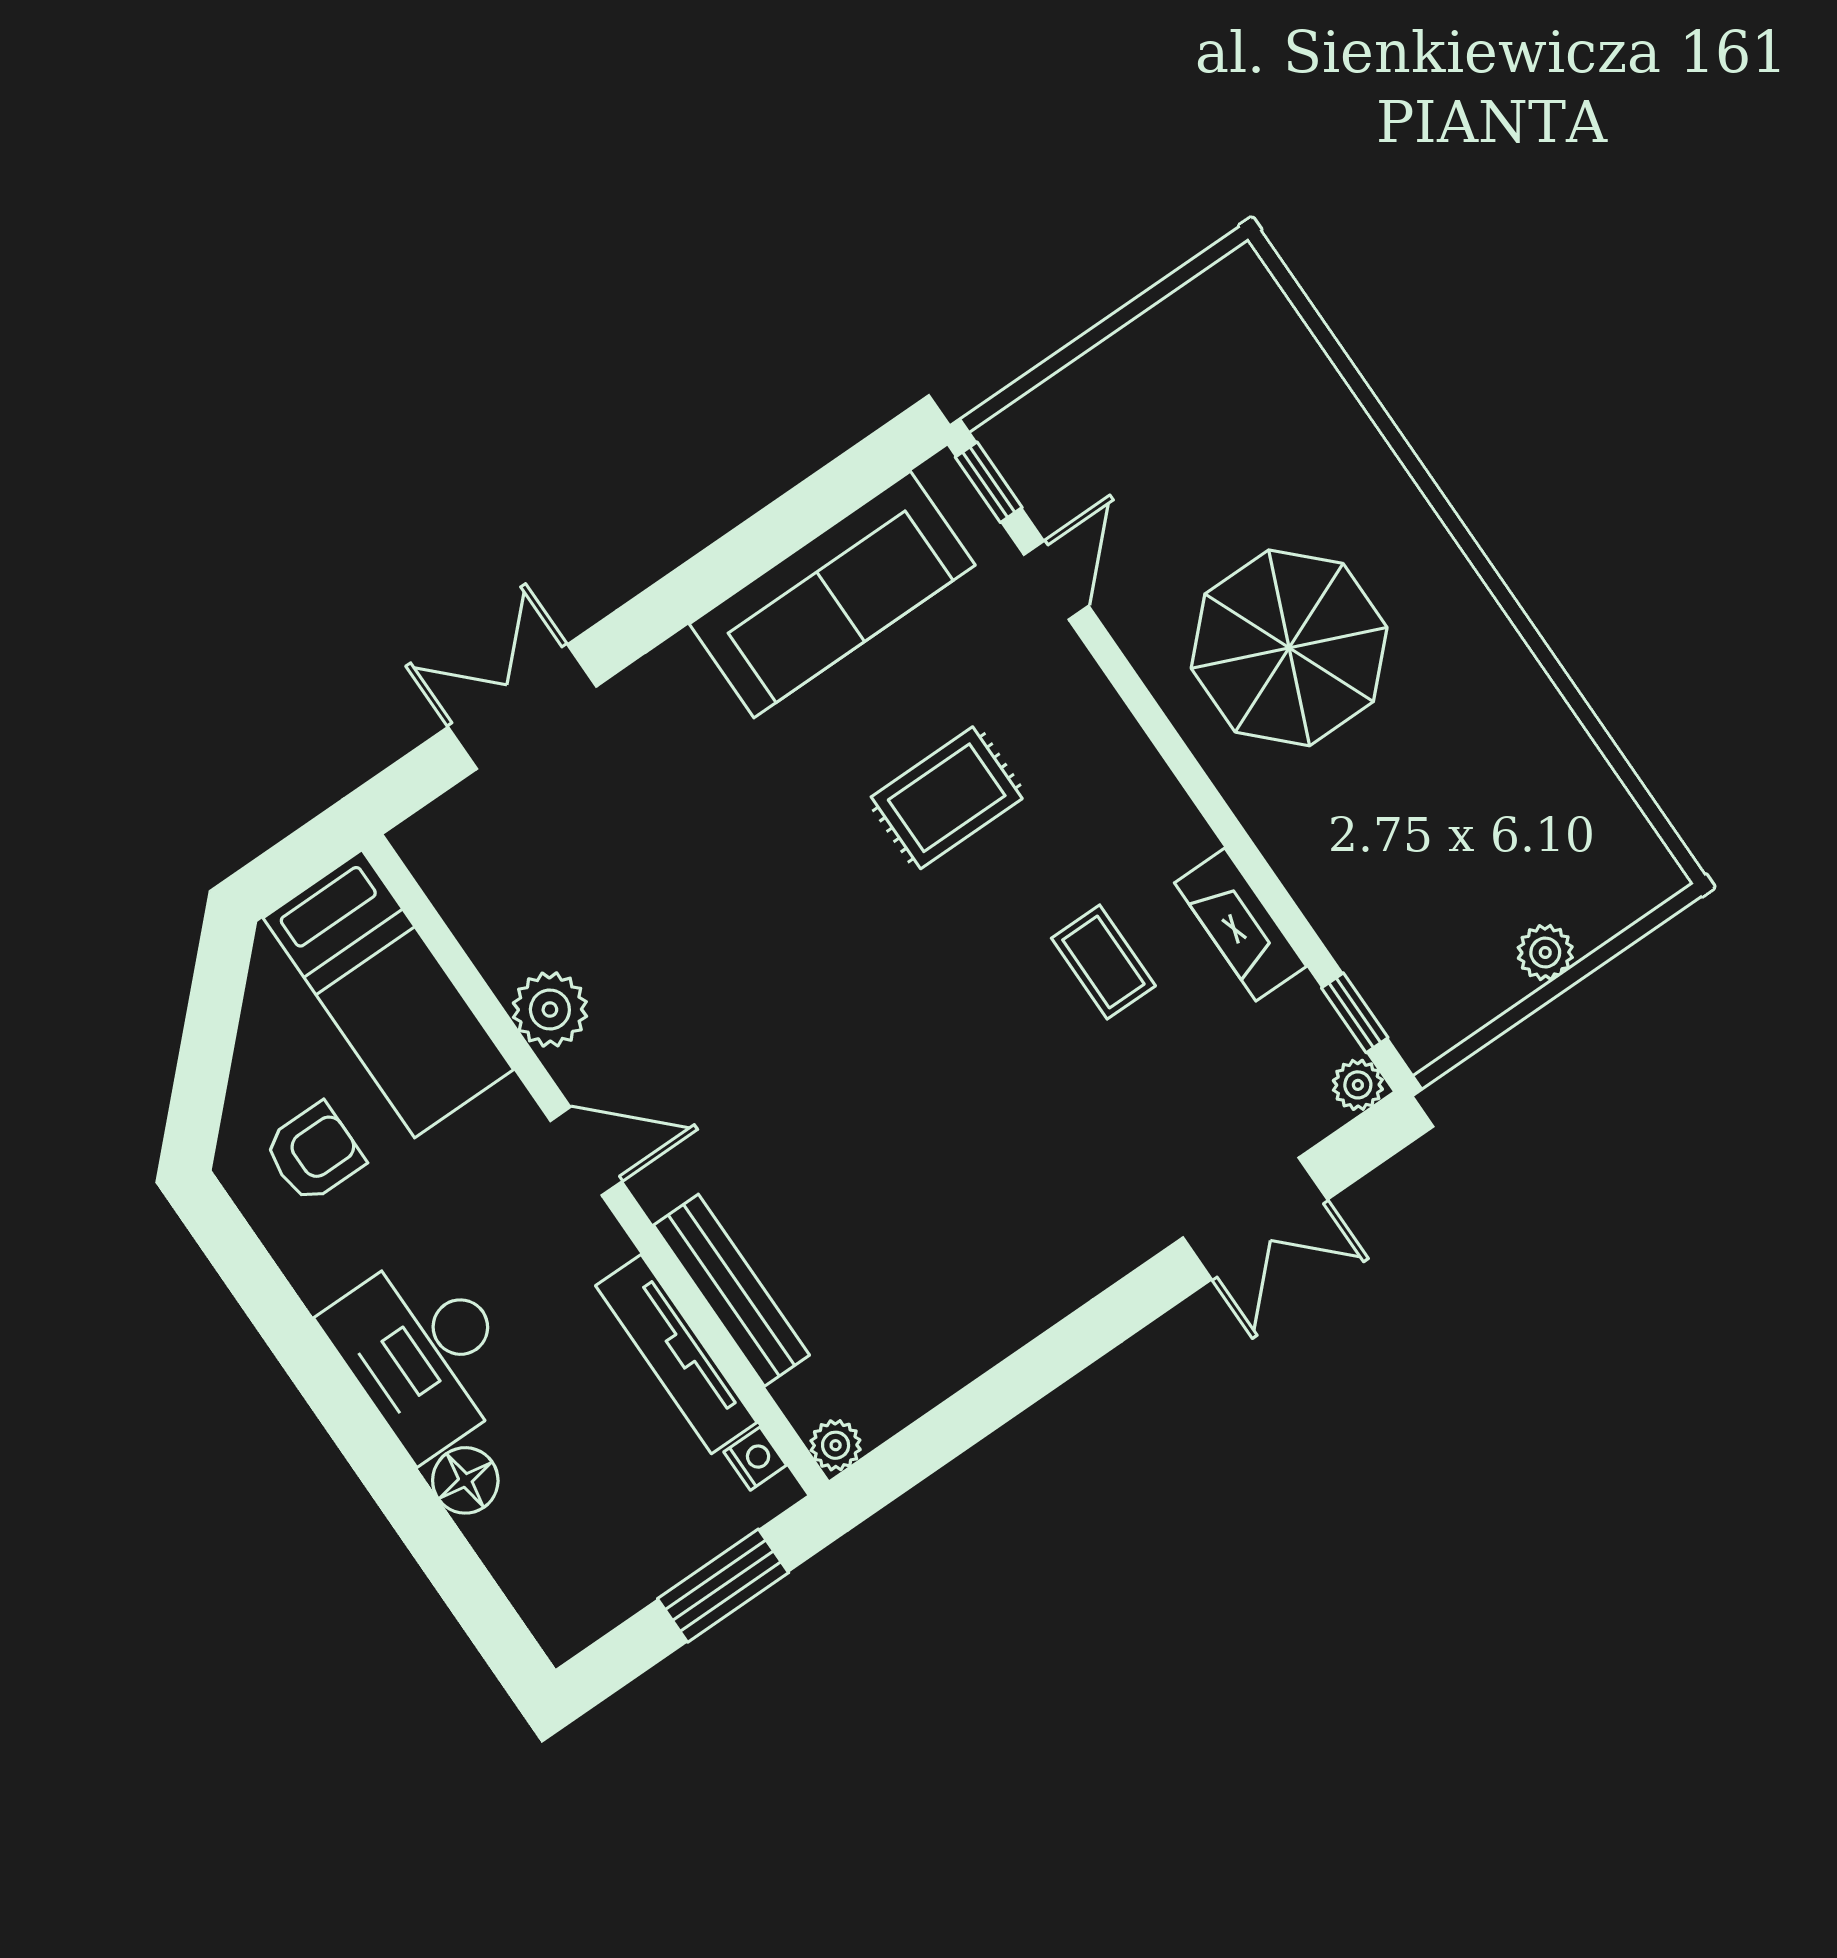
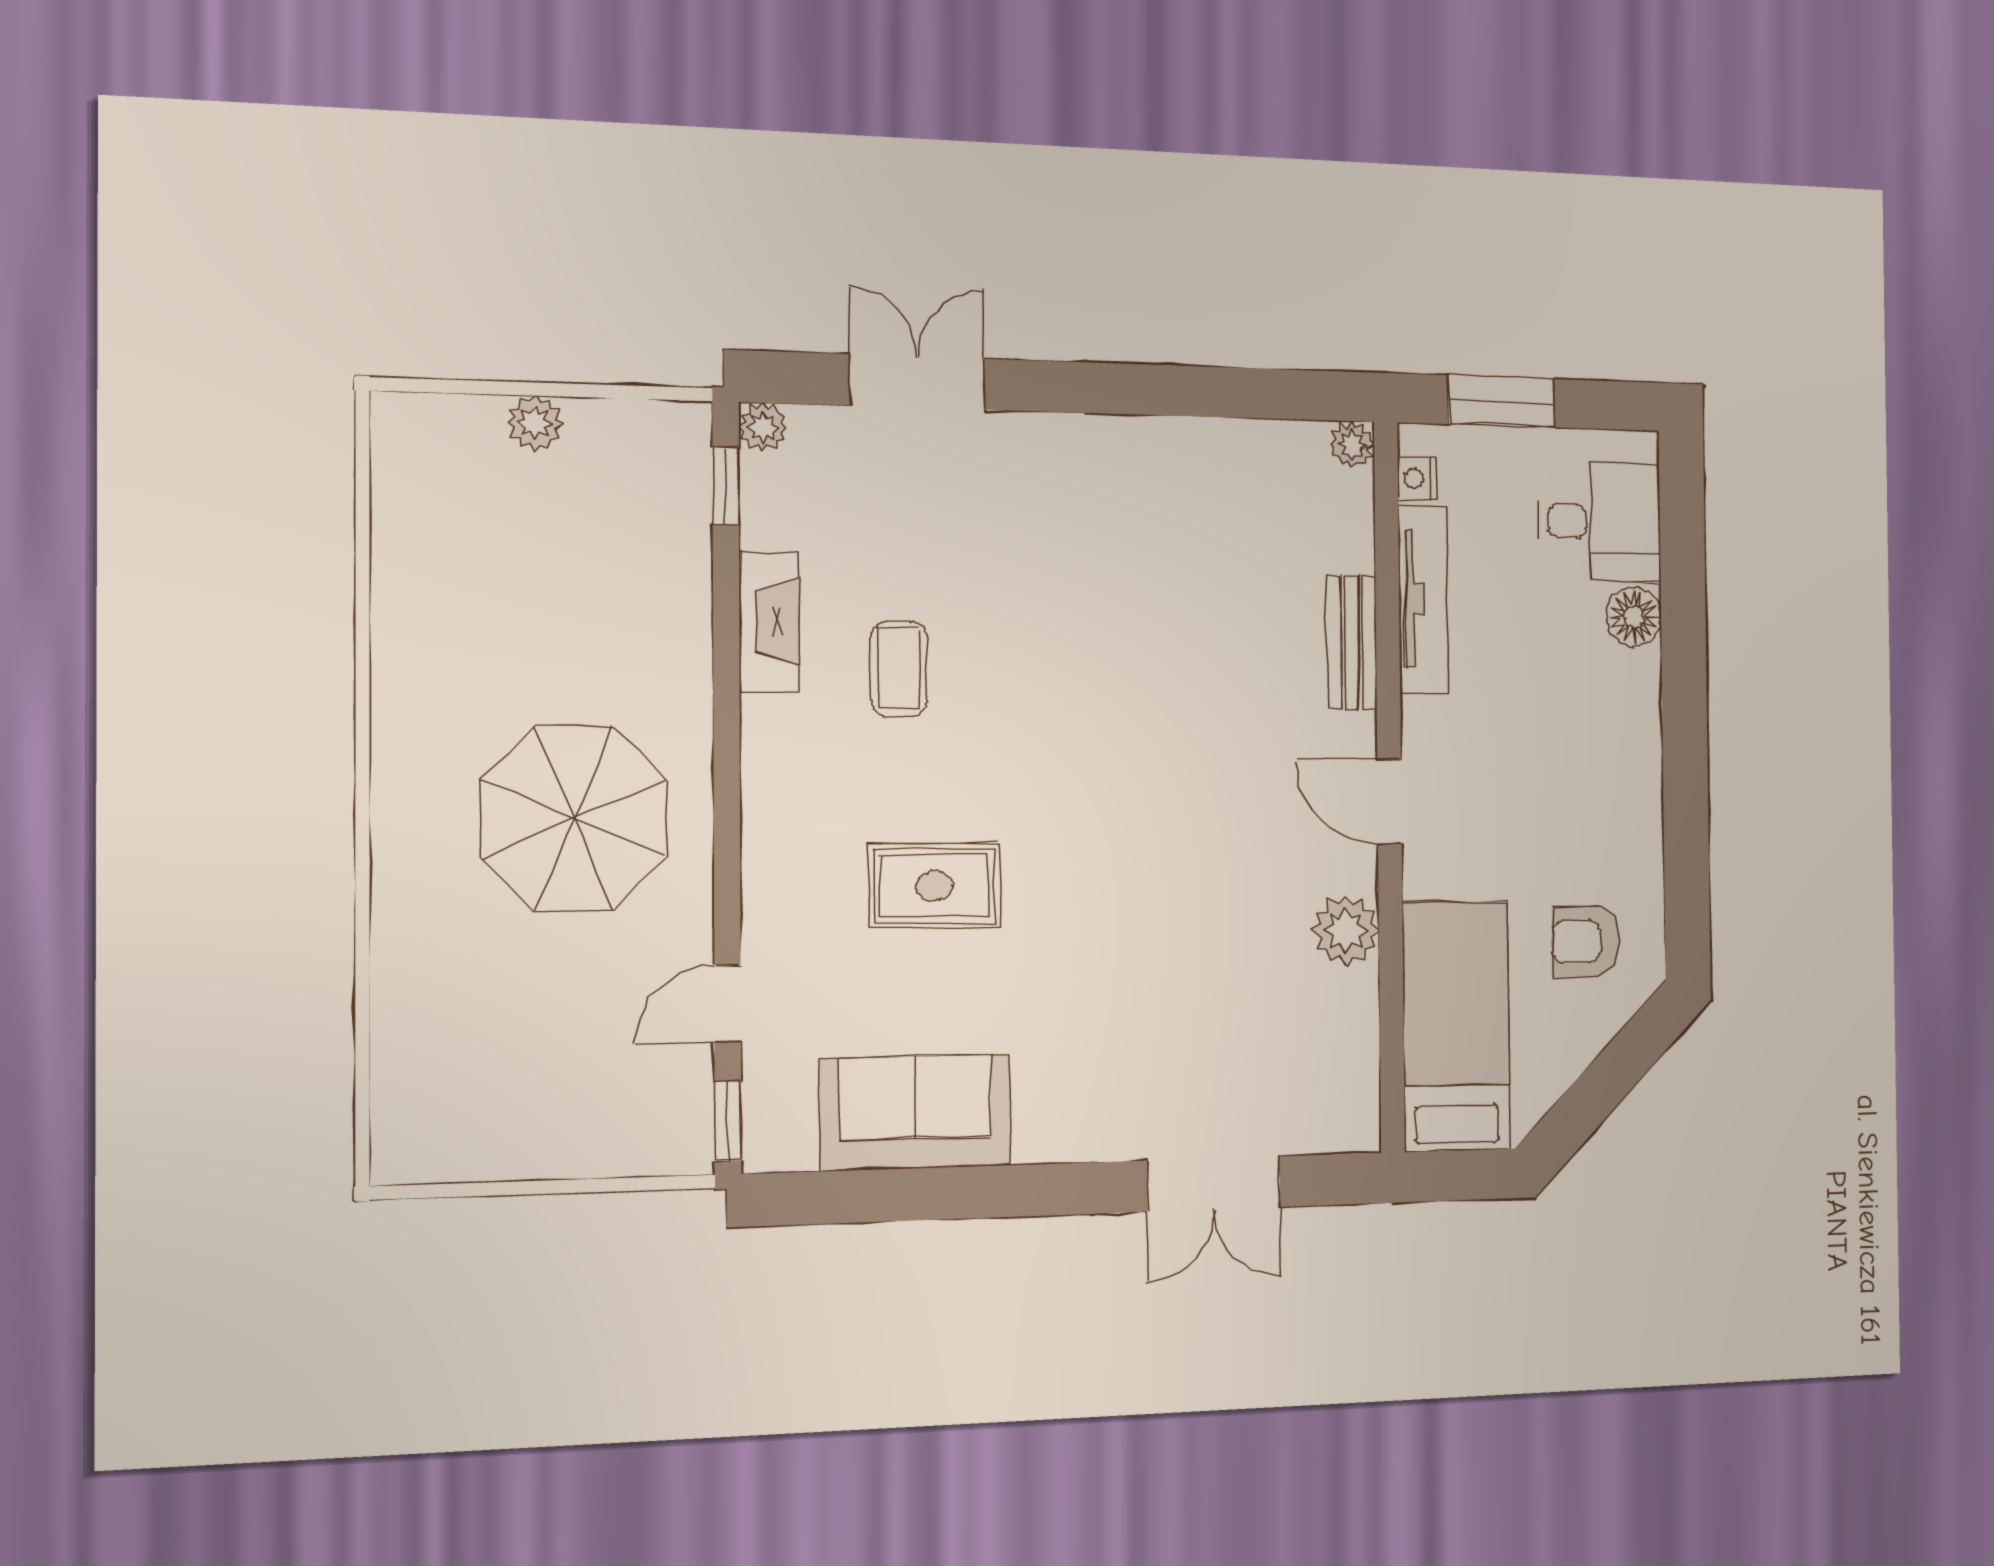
sofa: (832, 595) -> (915, 1113), width x0.73
bench: (731, 1290) -> (1352, 642), width x0.73
desk: (424, 1352) -> (1600, 521), moved, width x0.73

